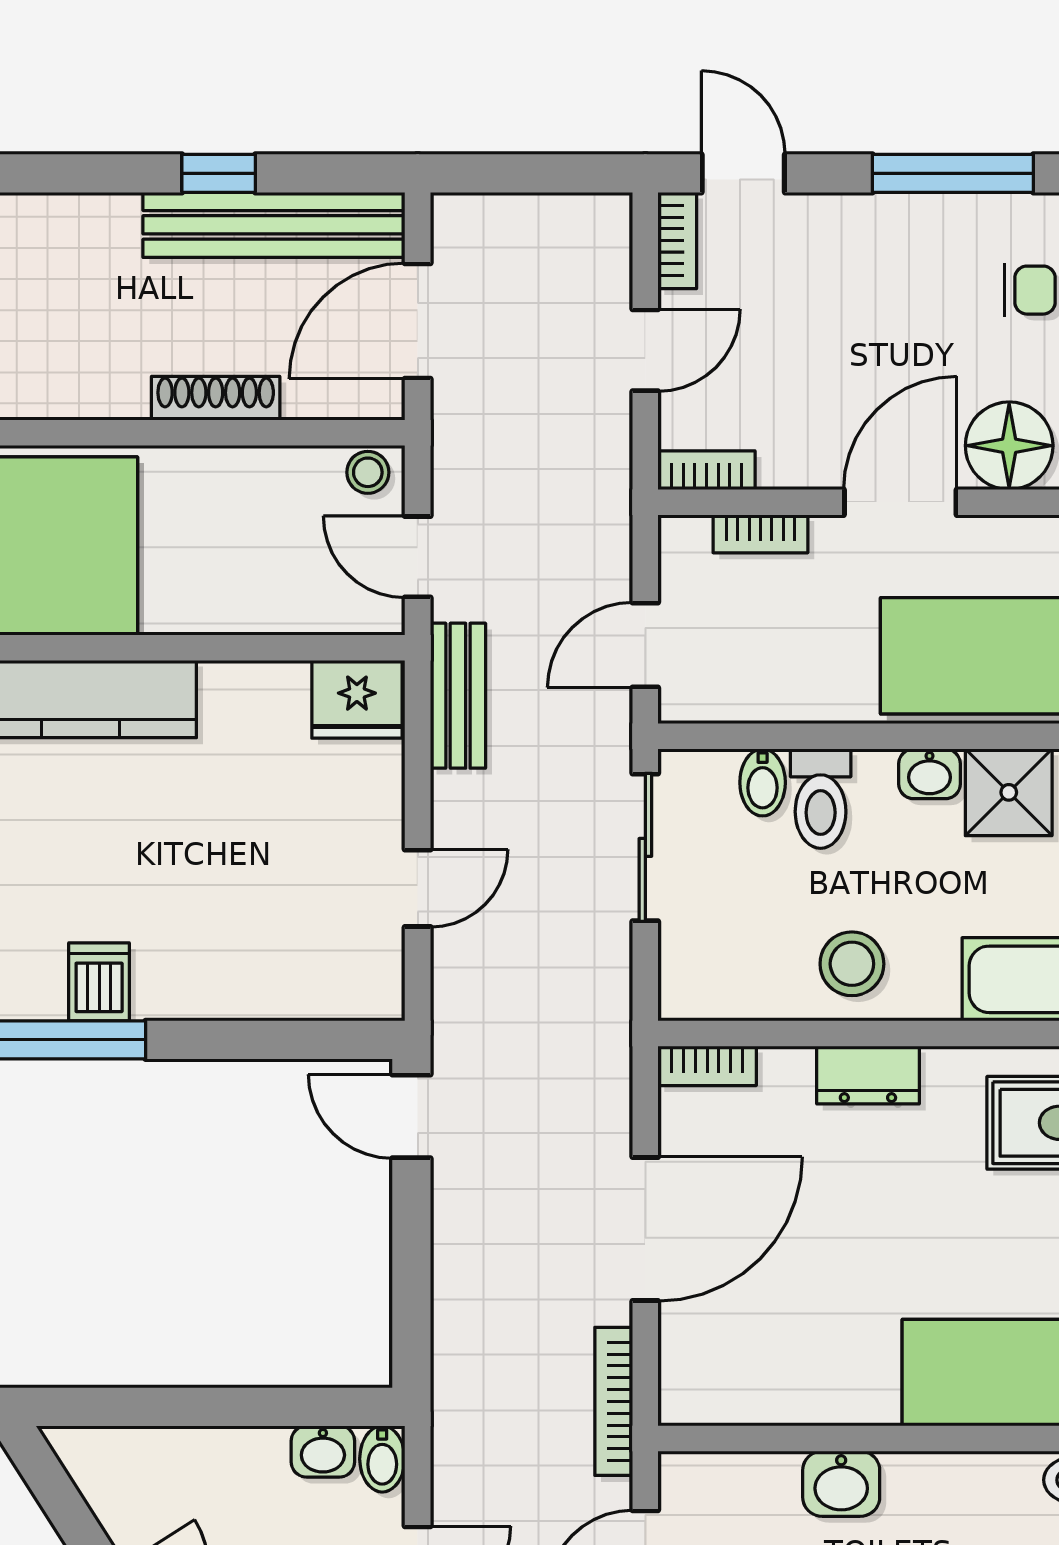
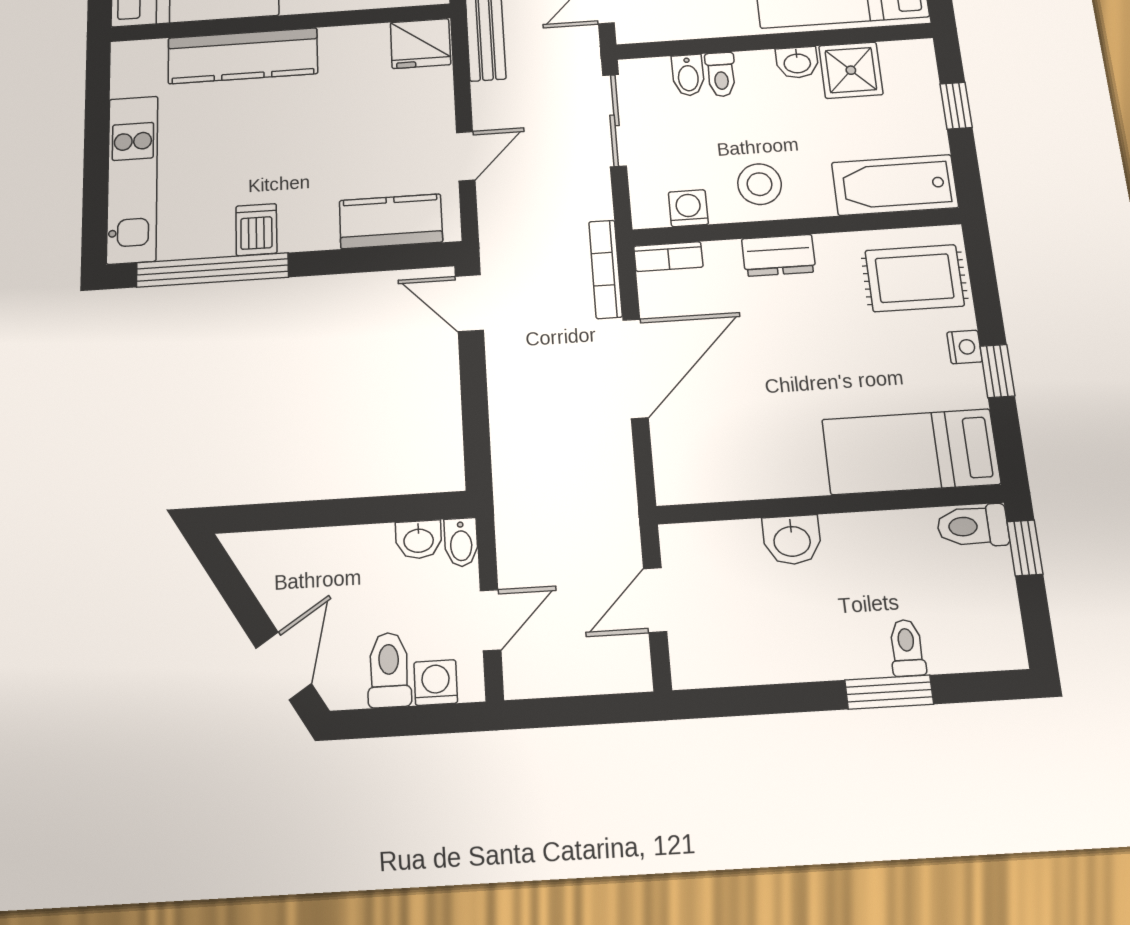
toilet: (821, 799) -> (721, 74), width x0.73, depth x0.72
kitchen counter: (301, 983) -> (391, 221), added
washing machine: (743, 994) -> (688, 208), added
bookcase: (614, 1401) -> (605, 269), moved

